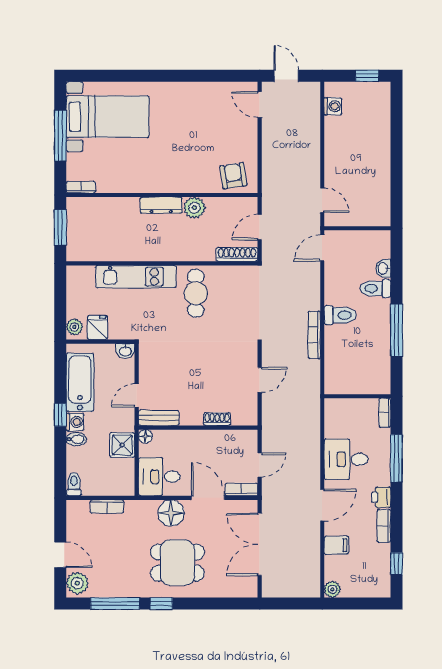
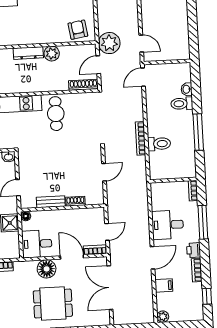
plant: (277, 197) -> (109, 43), added
toilet: (340, 315) -> (159, 144), moved
bench: (159, 418) -> (51, 202), moved

